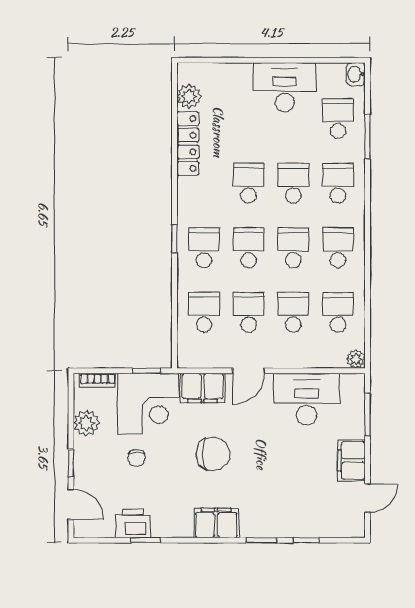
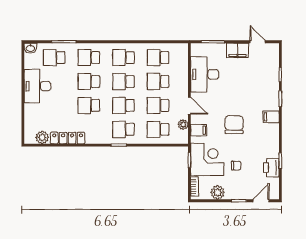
plant: (356, 359) -> (183, 125), moved
filing cabinet: (203, 388) -> (199, 130), width x0.50
filing cabinet: (216, 523) -> (271, 117), width x0.50

